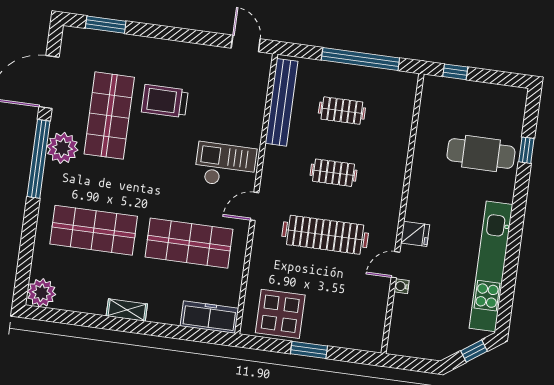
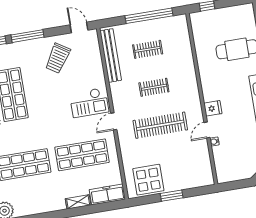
window: (161, 32) -> (28, 36), added
trolley: (165, 101) -> (58, 58), moved, turned -57
checkout: (225, 165) -> (89, 103), turned 180
shelving: (127, 310) -> (78, 202), moved

